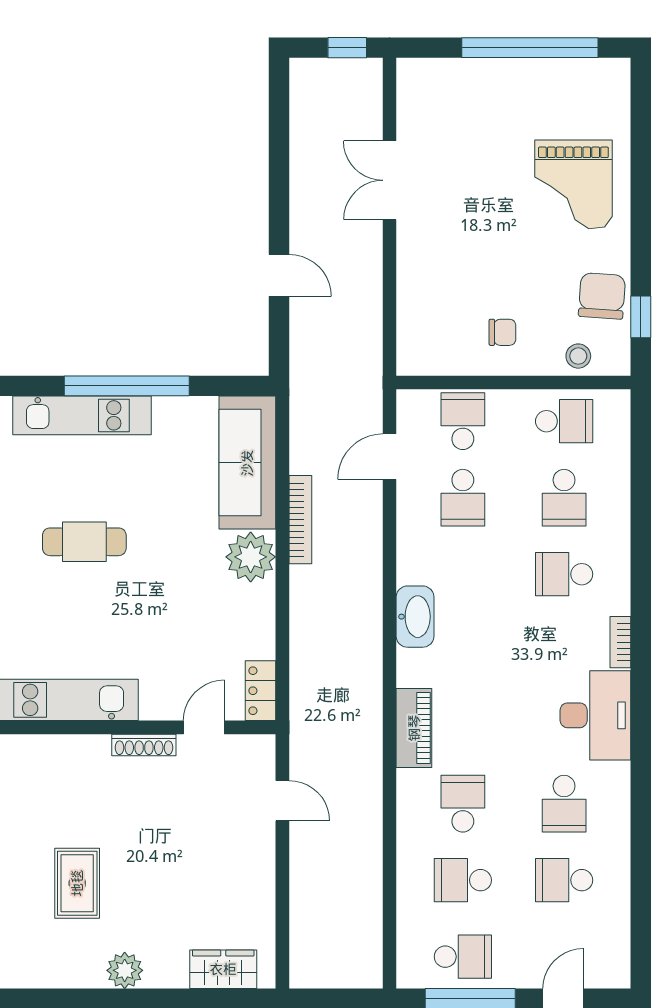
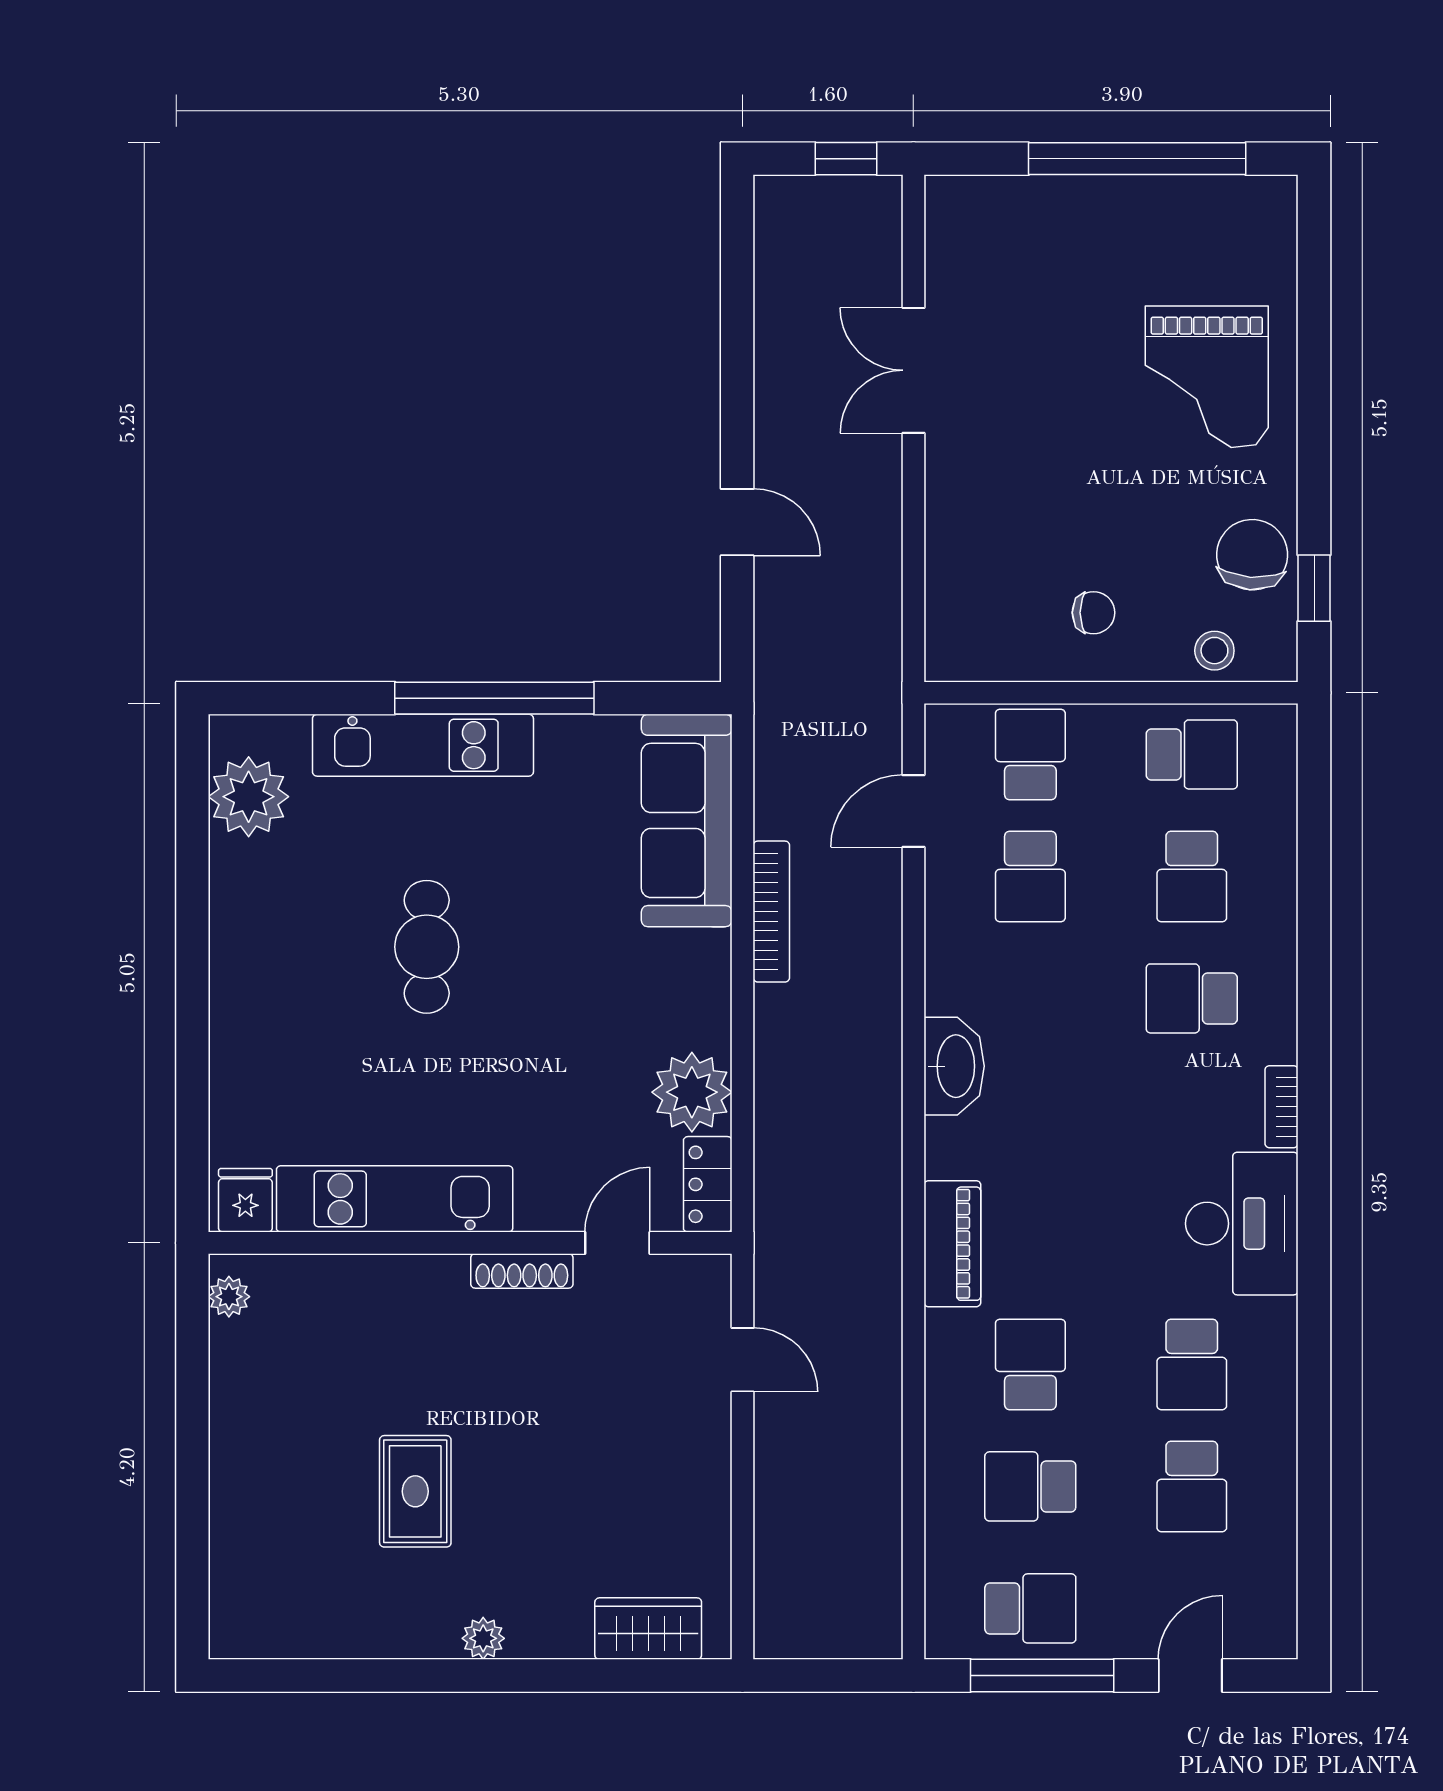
cafe table: (84, 542) -> (427, 947), turned 90
plant: (251, 557) -> (692, 1092), moved
school desk: (564, 880) -> (1192, 1486), turned -90
plant: (125, 970) -> (483, 1638), width x0.73, depth x0.73

